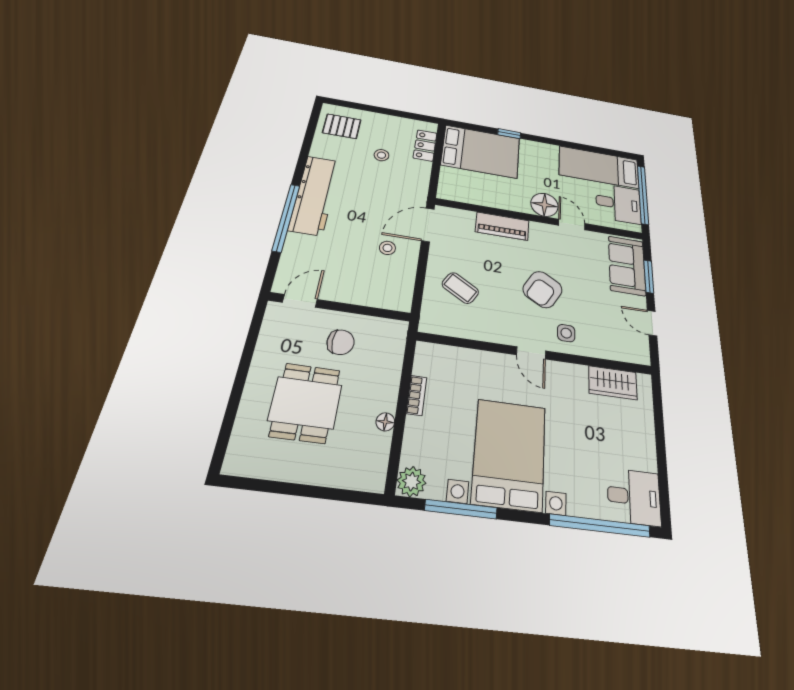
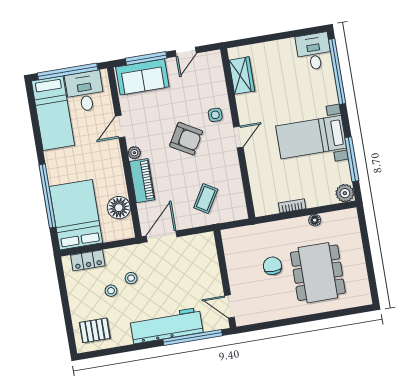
pallet: (342, 126) -> (95, 330), turned 90
window: (509, 134) -> (47, 196), width x3.17
floor lamp: (544, 205) -> (119, 208), moved
door: (428, 225) -> (162, 236), swing flipped
plant: (538, 229) -> (134, 153), added
stool: (387, 248) -> (131, 278), moved
window: (649, 276) -> (146, 58), width x1.44
door: (300, 301) -> (230, 306), moved
wall: (340, 307) -> (225, 279), moved
dining table: (305, 403) -> (318, 273), width x1.38
bed with nightstands: (509, 454) -> (311, 137), width x0.73

